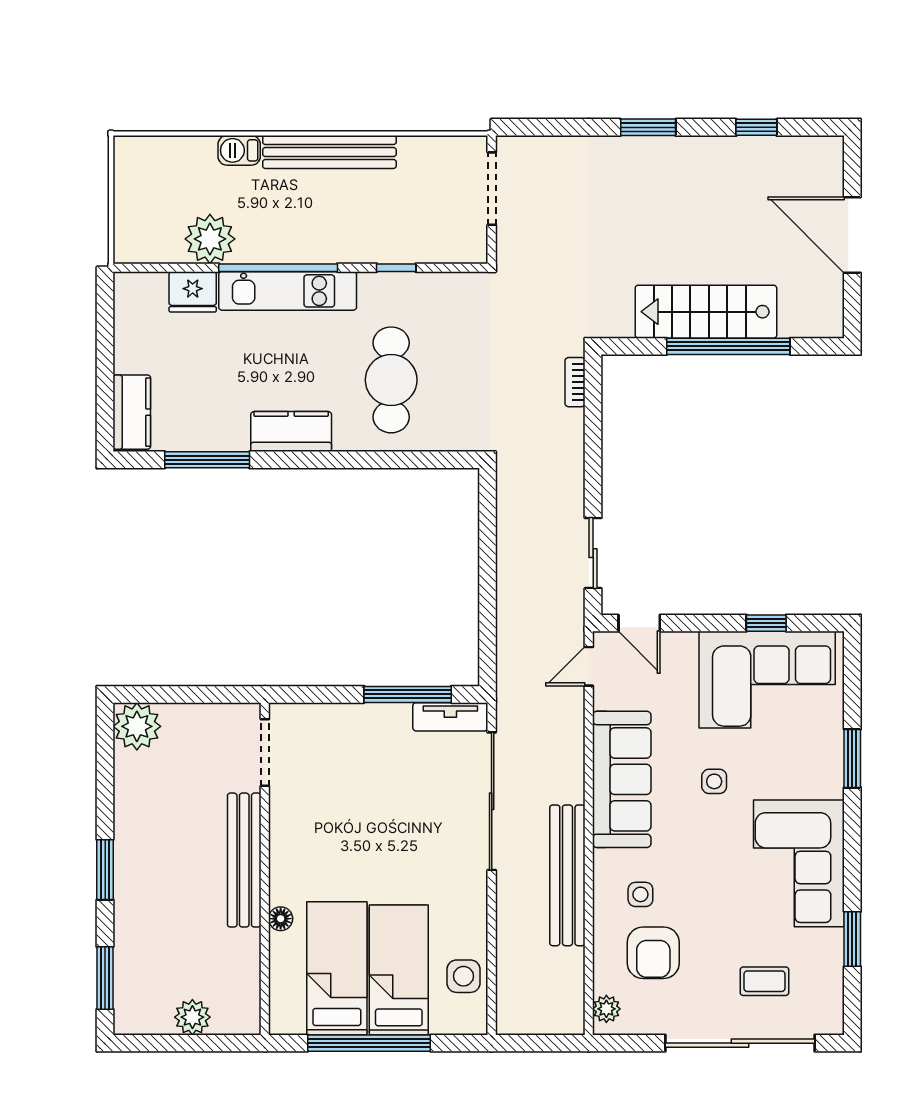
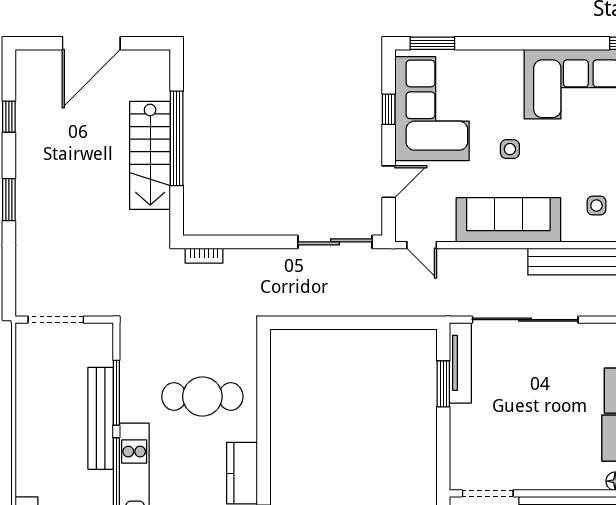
bench: (329, 152) -> (101, 418), moved
window: (396, 268) -> (116, 393), width x2.17
sliding door: (593, 553) -> (335, 242), width x1.37
door: (639, 623) -> (389, 182), moved
window: (408, 694) -> (443, 384), width x0.69
tv unit: (450, 717) -> (460, 363), width x1.41
window: (852, 758) -> (432, 43), moved

